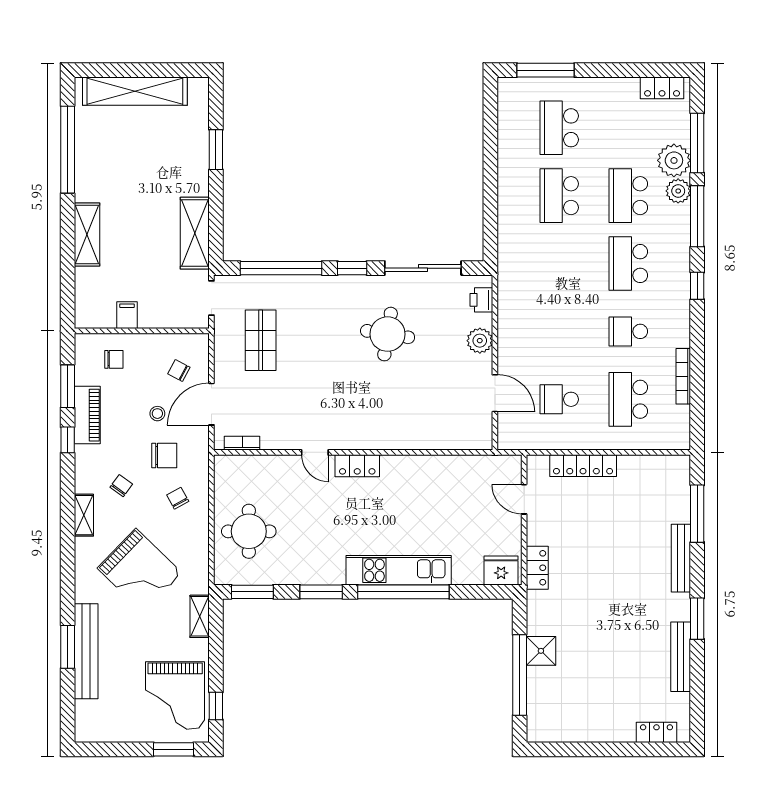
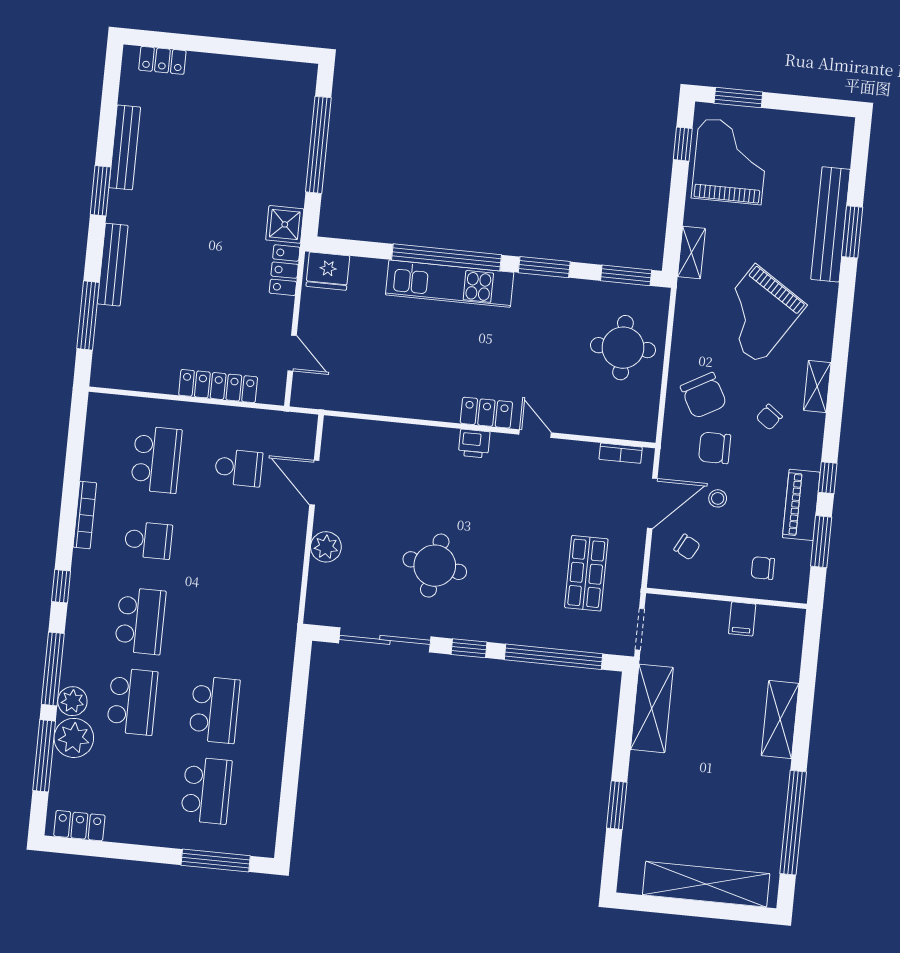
printer: (481, 300) -> (474, 444), moved, turned 90
bookcase: (683, 376) -> (85, 515), moved
chair: (178, 498) -> (704, 396), width x1.87, depth x1.87
grand piano: (140, 571) -> (757, 314), turned -101
shower: (541, 651) -> (285, 224), moved

